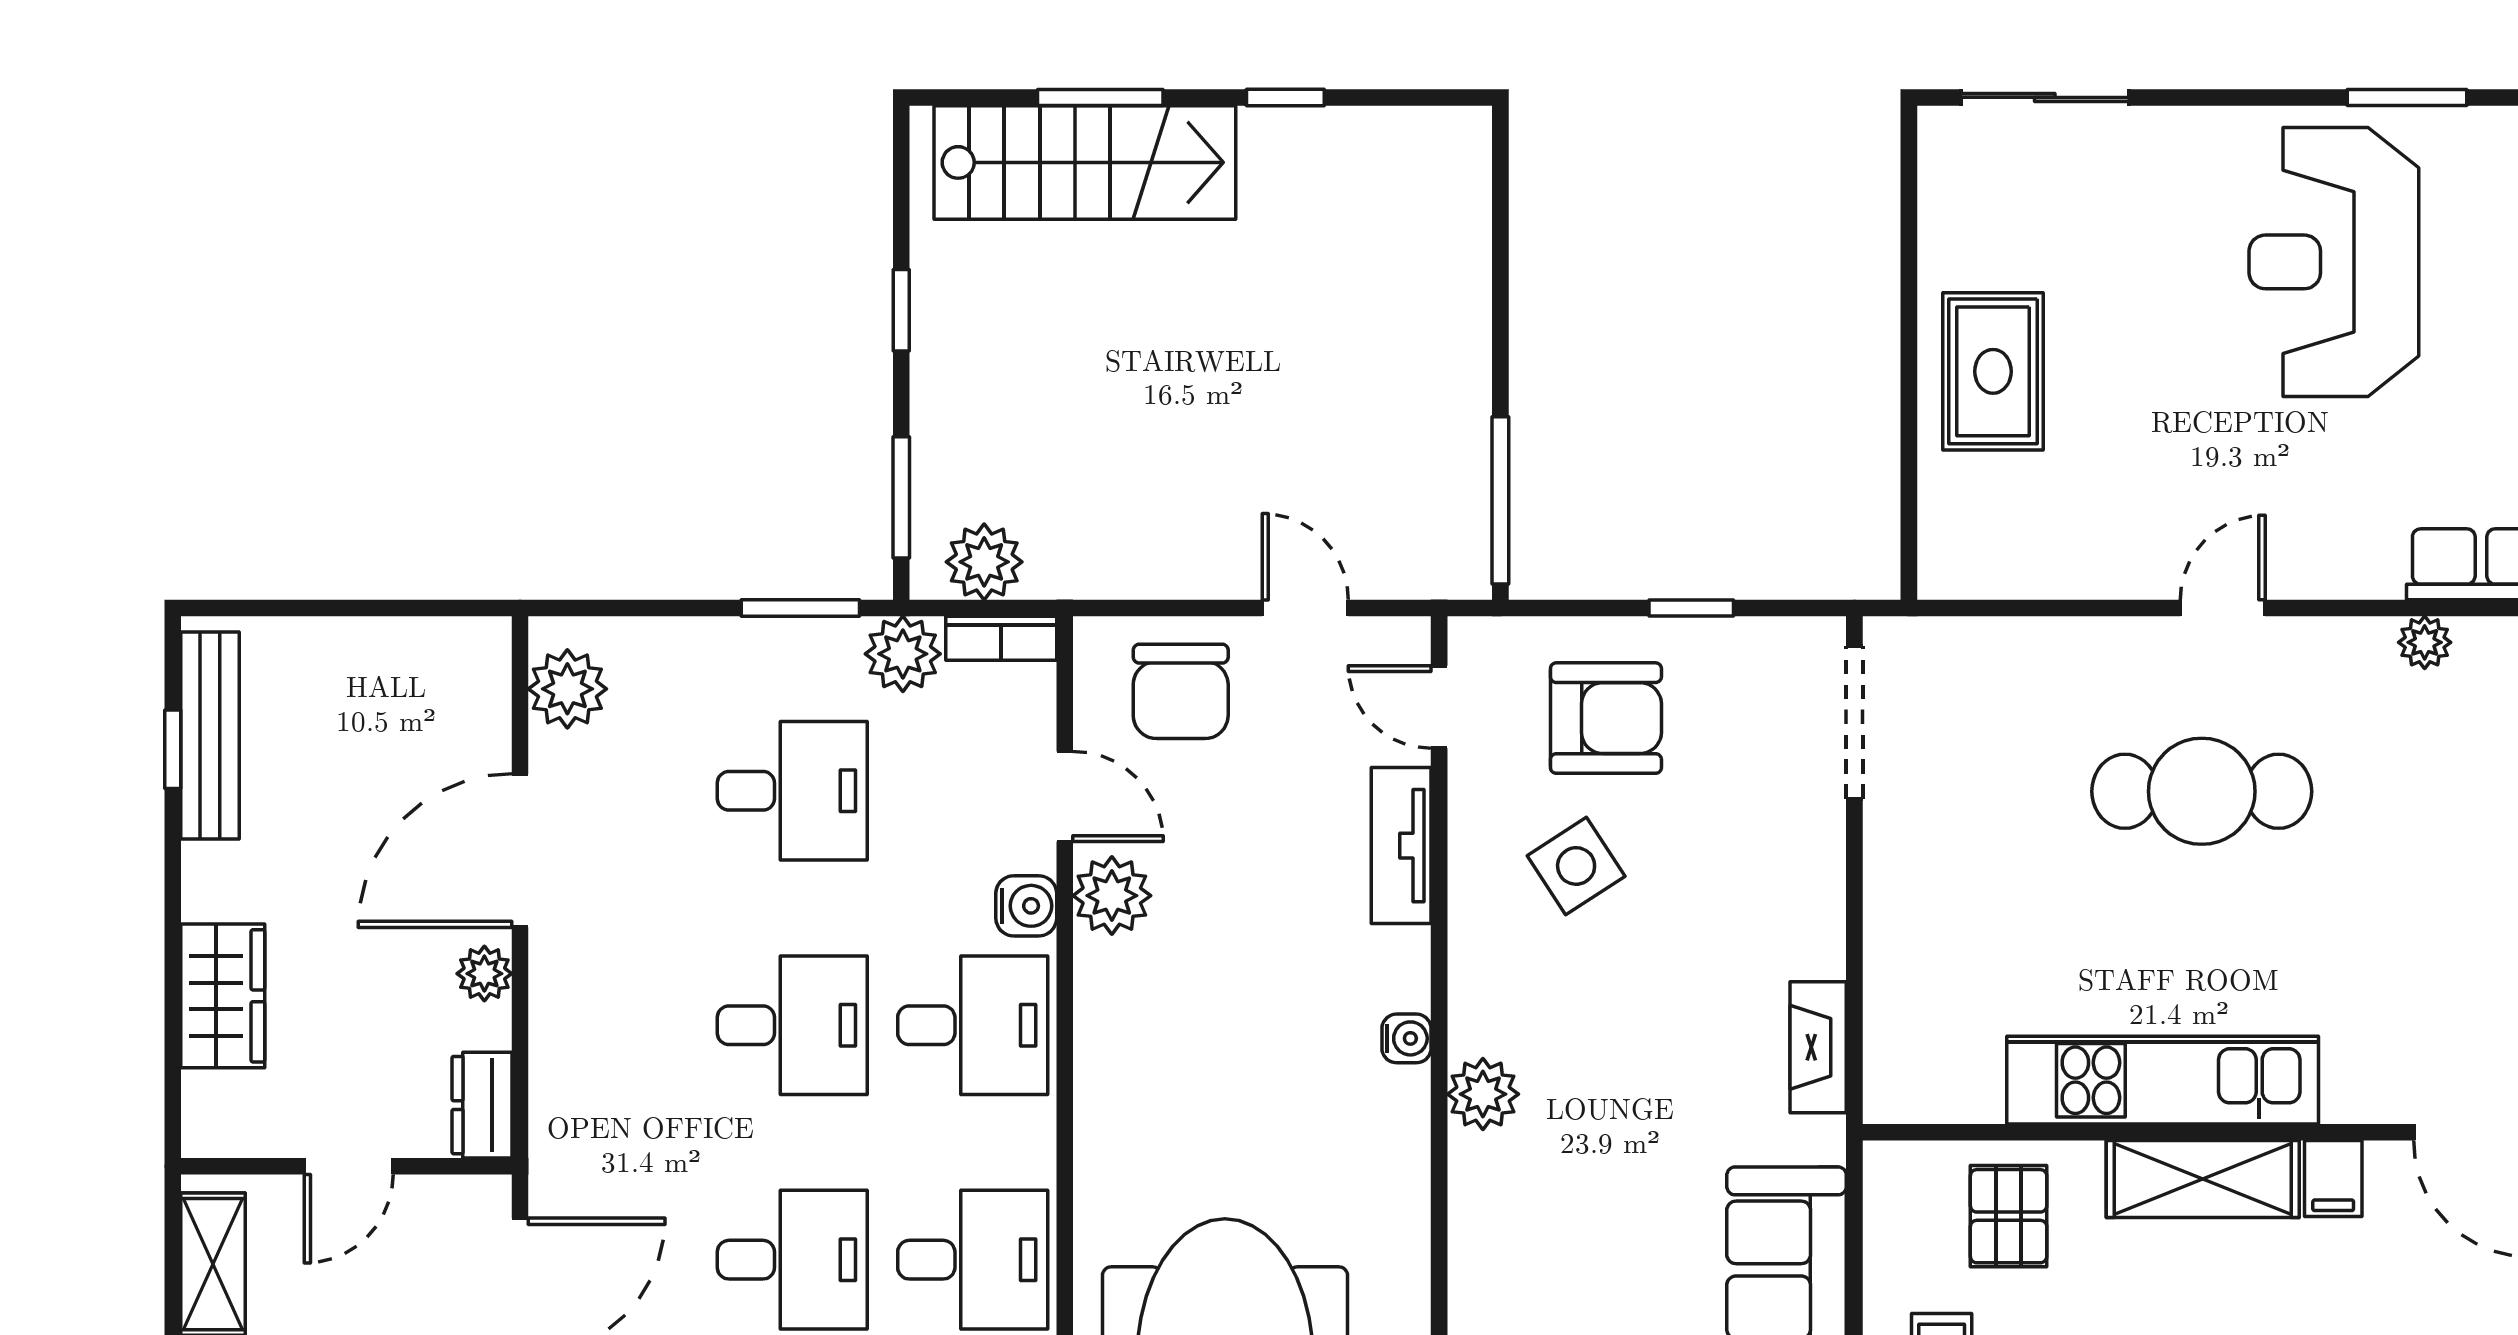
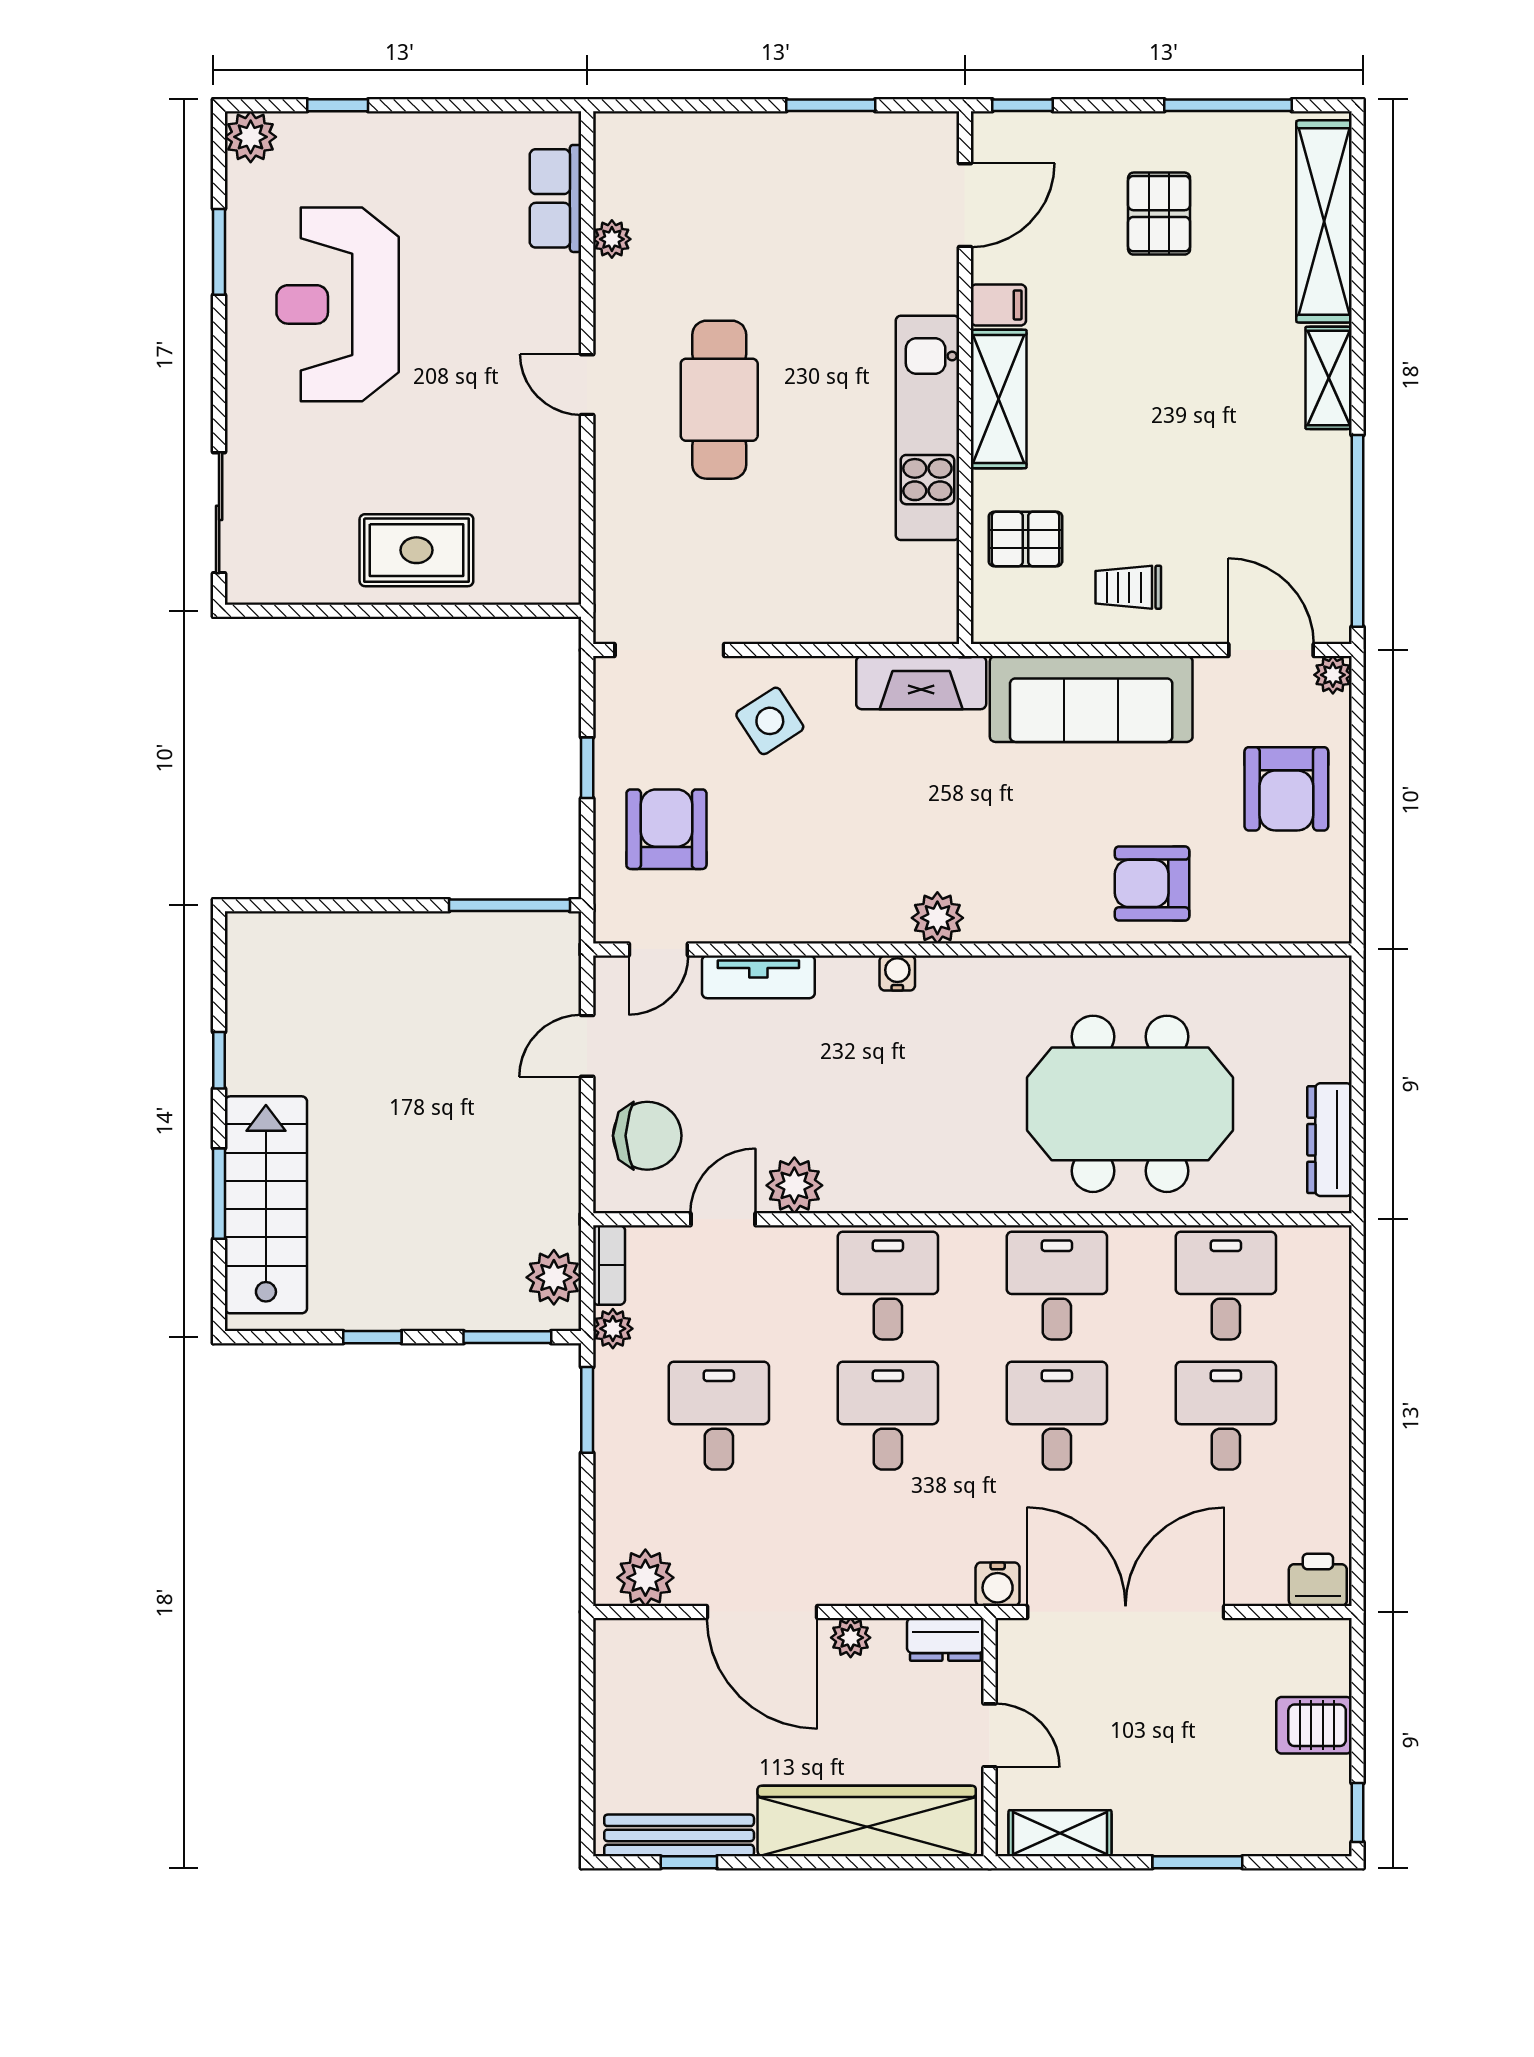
reception desk: (2334, 262) -> (338, 304), turned 90
plant: (903, 654) -> (613, 1329), width x0.73, depth x0.73
side table: (1576, 866) -> (770, 721), moved
water cooler: (1026, 906) -> (998, 1584), moved, turned 180
wardrobe: (223, 996) -> (867, 1821), width x2.10, depth x1.17
fireplace: (1818, 1047) -> (921, 683), width x1.37, depth x1.32

